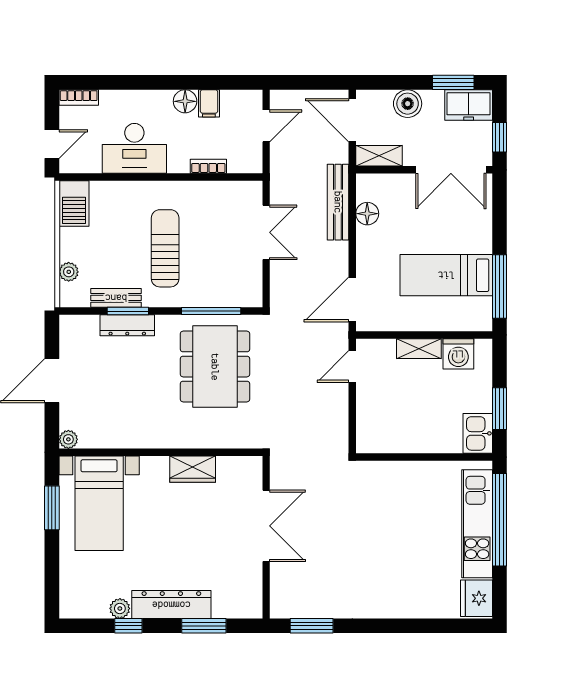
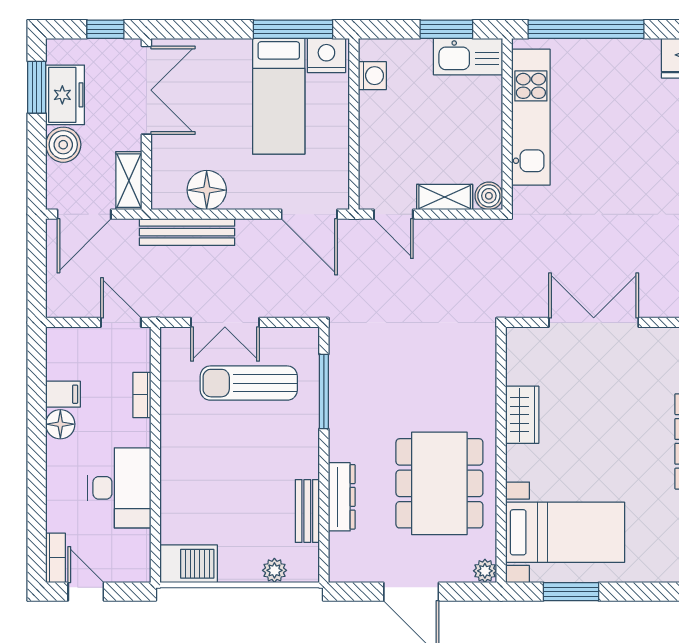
freezer: (469, 105) -> (65, 95), moved
door: (266, 126) -> (121, 322), moved
door: (52, 144) -> (86, 592), moved
floor lamp: (367, 214) -> (207, 190), width x1.38, depth x1.38
double door: (266, 232) -> (225, 322), swing flipped
sun lounger: (165, 248) -> (249, 383), moved
window: (128, 311) -> (324, 496), removed
nightstand: (479, 313) -> (326, 55), added
shelving: (419, 349) -> (445, 197), moved, turned 90
washing machine: (458, 354) -> (372, 76), width x0.73, depth x0.73
dining table: (215, 367) -> (439, 483), moved, turned 90
kitchen sink: (478, 433) -> (468, 57), width x1.38
boiler: (367, 442) -> (489, 196), added
kitchen unit: (477, 524) -> (531, 117), moved, turned -90

